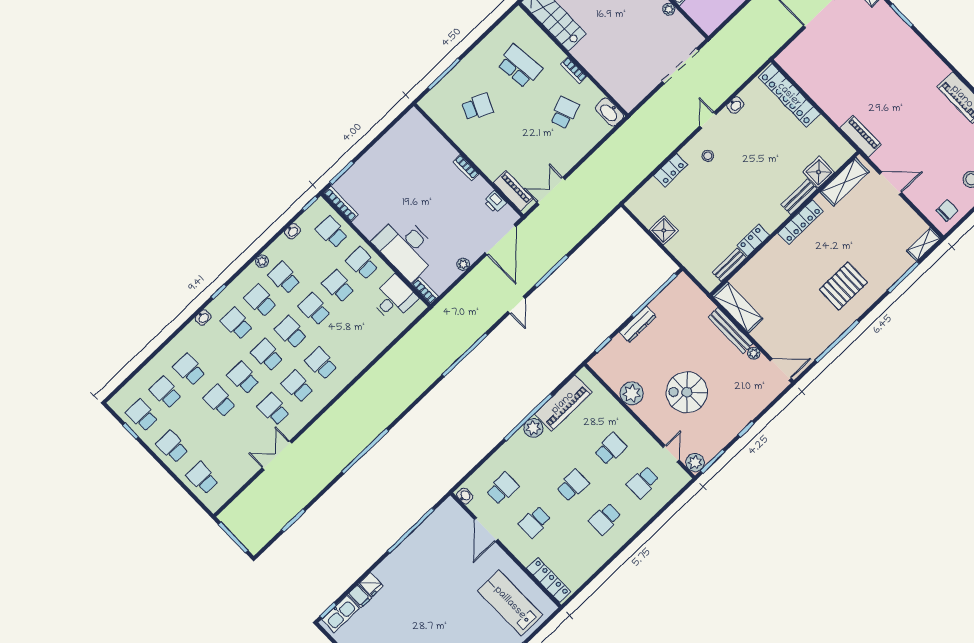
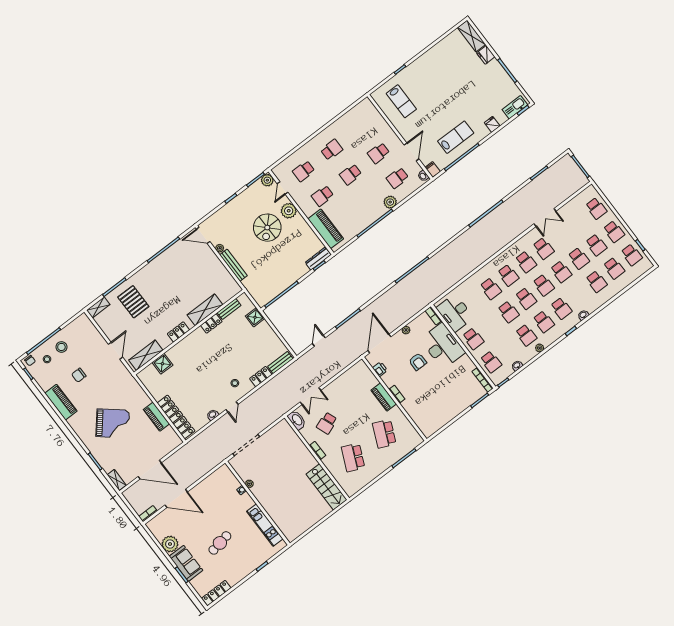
school desk: (520, 66) -> (353, 457), turned 30
grand piano: (882, 75) -> (113, 423), added
school desk: (477, 107) -> (384, 434), width x1.85
piano: (861, 136) -> (156, 417), moved
door: (891, 183) -> (115, 351), swing flipped
piano: (513, 191) -> (384, 397), moved
double door: (551, 191) -> (310, 396), moved
bench: (799, 197) -> (280, 362), moved
chair: (947, 211) -> (79, 375), moved
armchair: (440, 220) -> (418, 362), added
locker: (800, 222) -> (178, 332), width x0.66
shower: (664, 230) -> (255, 317), moved
school desk: (338, 286) -> (491, 289), moved
pallet: (843, 286) -> (133, 302), moved, turned 90
desk: (394, 299) -> (455, 313), width x1.37
door: (516, 305) -> (319, 341), moved
shelving: (738, 307) -> (205, 310), moved, turned 90
dresser: (638, 324) -> (318, 259), moved
spiral stairs: (687, 392) -> (267, 228), turned 90
plant: (632, 393) -> (289, 211), moved
piano: (563, 403) -> (326, 229), moved, turned 90
school desk: (196, 424) -> (596, 245), added
plant: (533, 428) -> (390, 202), moved
school desk: (643, 482) -> (304, 171), turned 180
school desk: (535, 522) -> (379, 153), turned 180
lab bench: (423, 559) -> (456, 137), added
locker: (549, 580) -> (374, 113), removed
filing cabinet: (360, 596) -> (433, 169), moved
lab bench: (510, 603) -> (401, 101), width x0.73, depth x0.72

